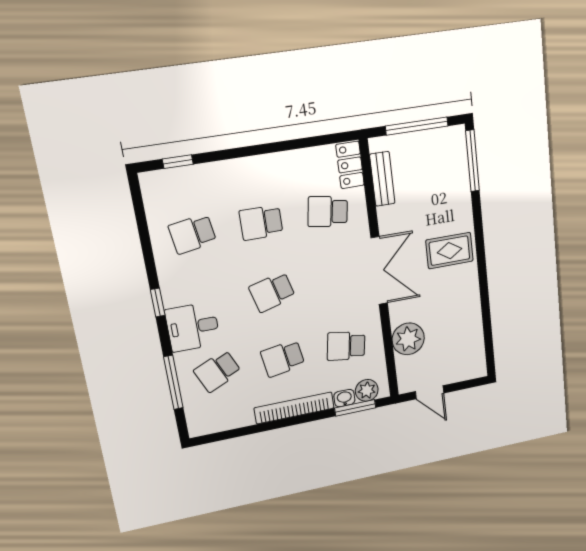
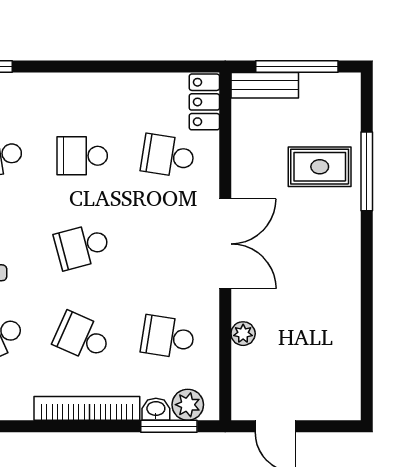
window: (472, 161) -> (367, 171), moved
bench: (382, 179) -> (265, 85), moved, turned 90
rug: (449, 251) -> (320, 167), moved
plant: (408, 339) -> (243, 334), width x0.53, depth x0.53
school desk: (283, 358) -> (82, 337), turned 33

